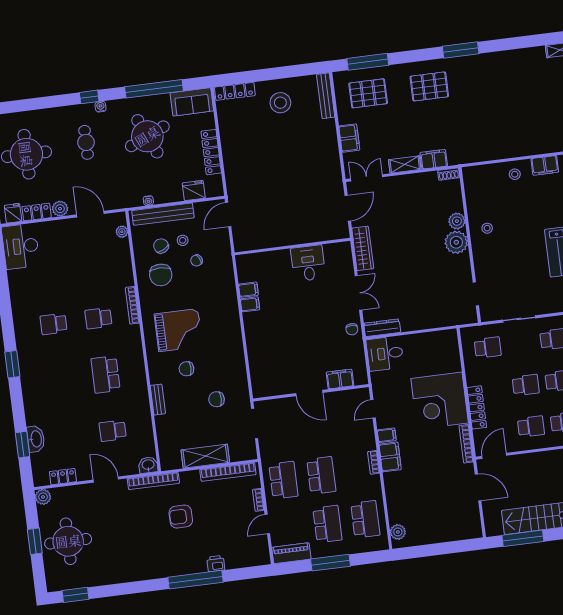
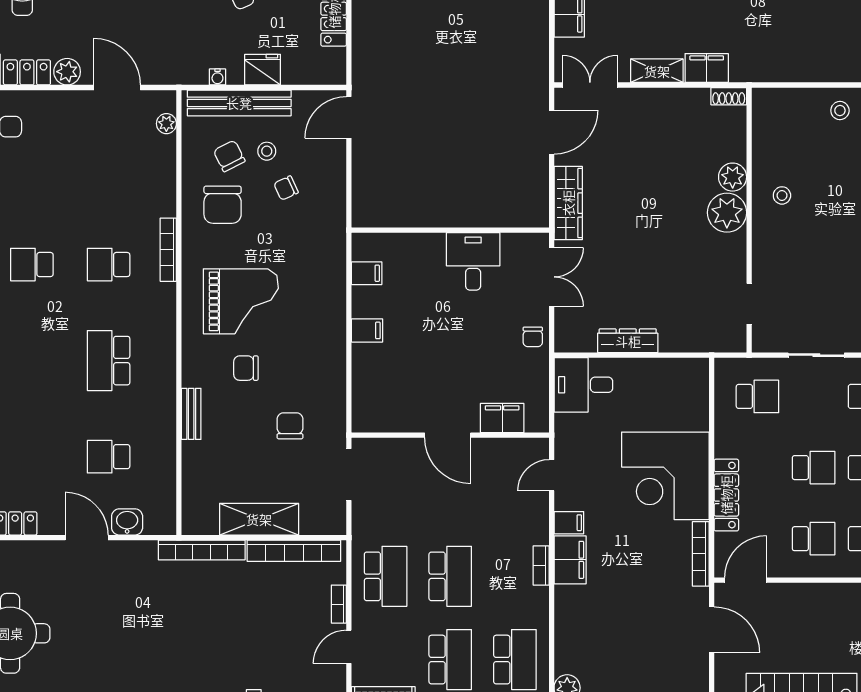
fridge: (194, 191) -> (263, 70), moved
wall: (292, 247) -> (450, 230), moved
desk: (308, 263) -> (473, 261), moved
filing cabinet: (248, 290) -> (367, 330), moved
dresser: (382, 328) -> (628, 341), moved
chair: (216, 399) -> (290, 426), turned 90
washbasin: (148, 465) -> (127, 522), moved
bookcase: (153, 481) -> (202, 550), moved
armchair: (181, 517) -> (205, 616), removed

